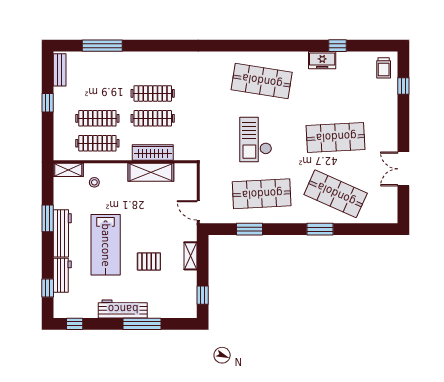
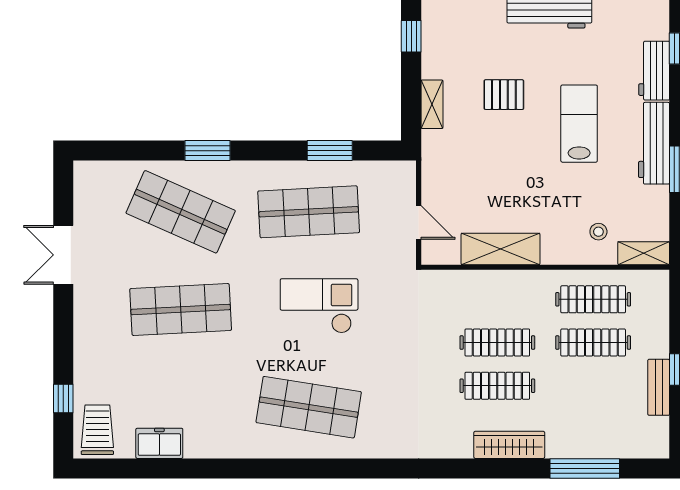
window: (338, 46) -> (177, 468), removed
freezer: (322, 60) -> (159, 443), moved
trolley: (384, 68) -> (97, 430), width x1.36, depth x1.39
bench: (60, 70) -> (659, 387), moved
checkout: (256, 139) -> (319, 306), turned -90
wardrobe: (153, 152) -> (509, 445), moved, turned 180
double door: (403, 169) -> (63, 255), swing flipped
door: (198, 210) -> (419, 222), moved
lab bench: (106, 245) -> (579, 124), width x0.73, depth x0.72

